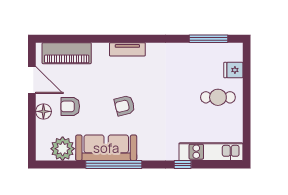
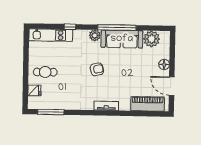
armchair: (70, 106) -> (146, 68), removed
armchair: (125, 106) -> (97, 69), moved
plant: (146, 152) -> (95, 35), added

